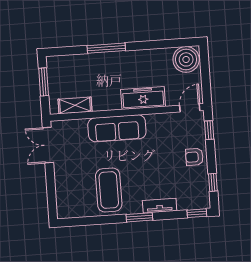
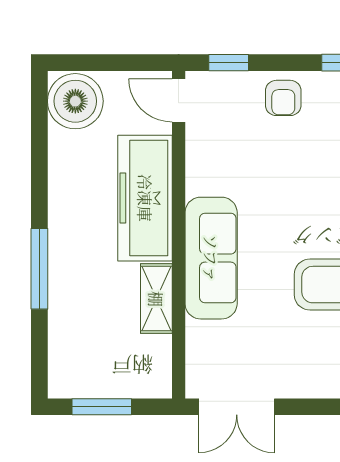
freezer: (143, 98) -> (145, 198), width x1.36, depth x1.26
shelving: (75, 105) -> (156, 299), moved

